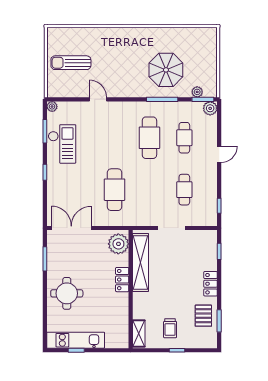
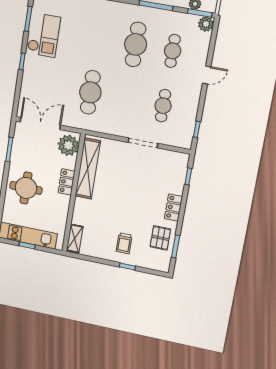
plant: (118, 244) -> (68, 145), moved
shelving: (141, 262) -> (88, 168), moved
locker: (122, 280) -> (67, 182), moved
wall: (131, 289) -> (74, 193), moved
shelving: (139, 333) -> (75, 238), moved

